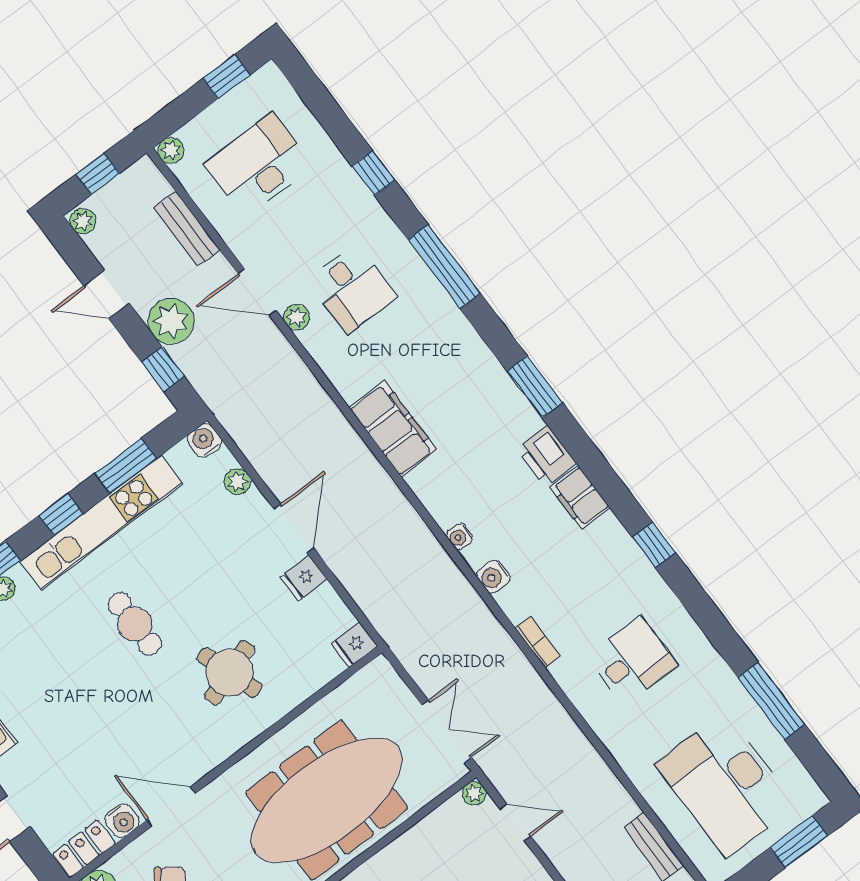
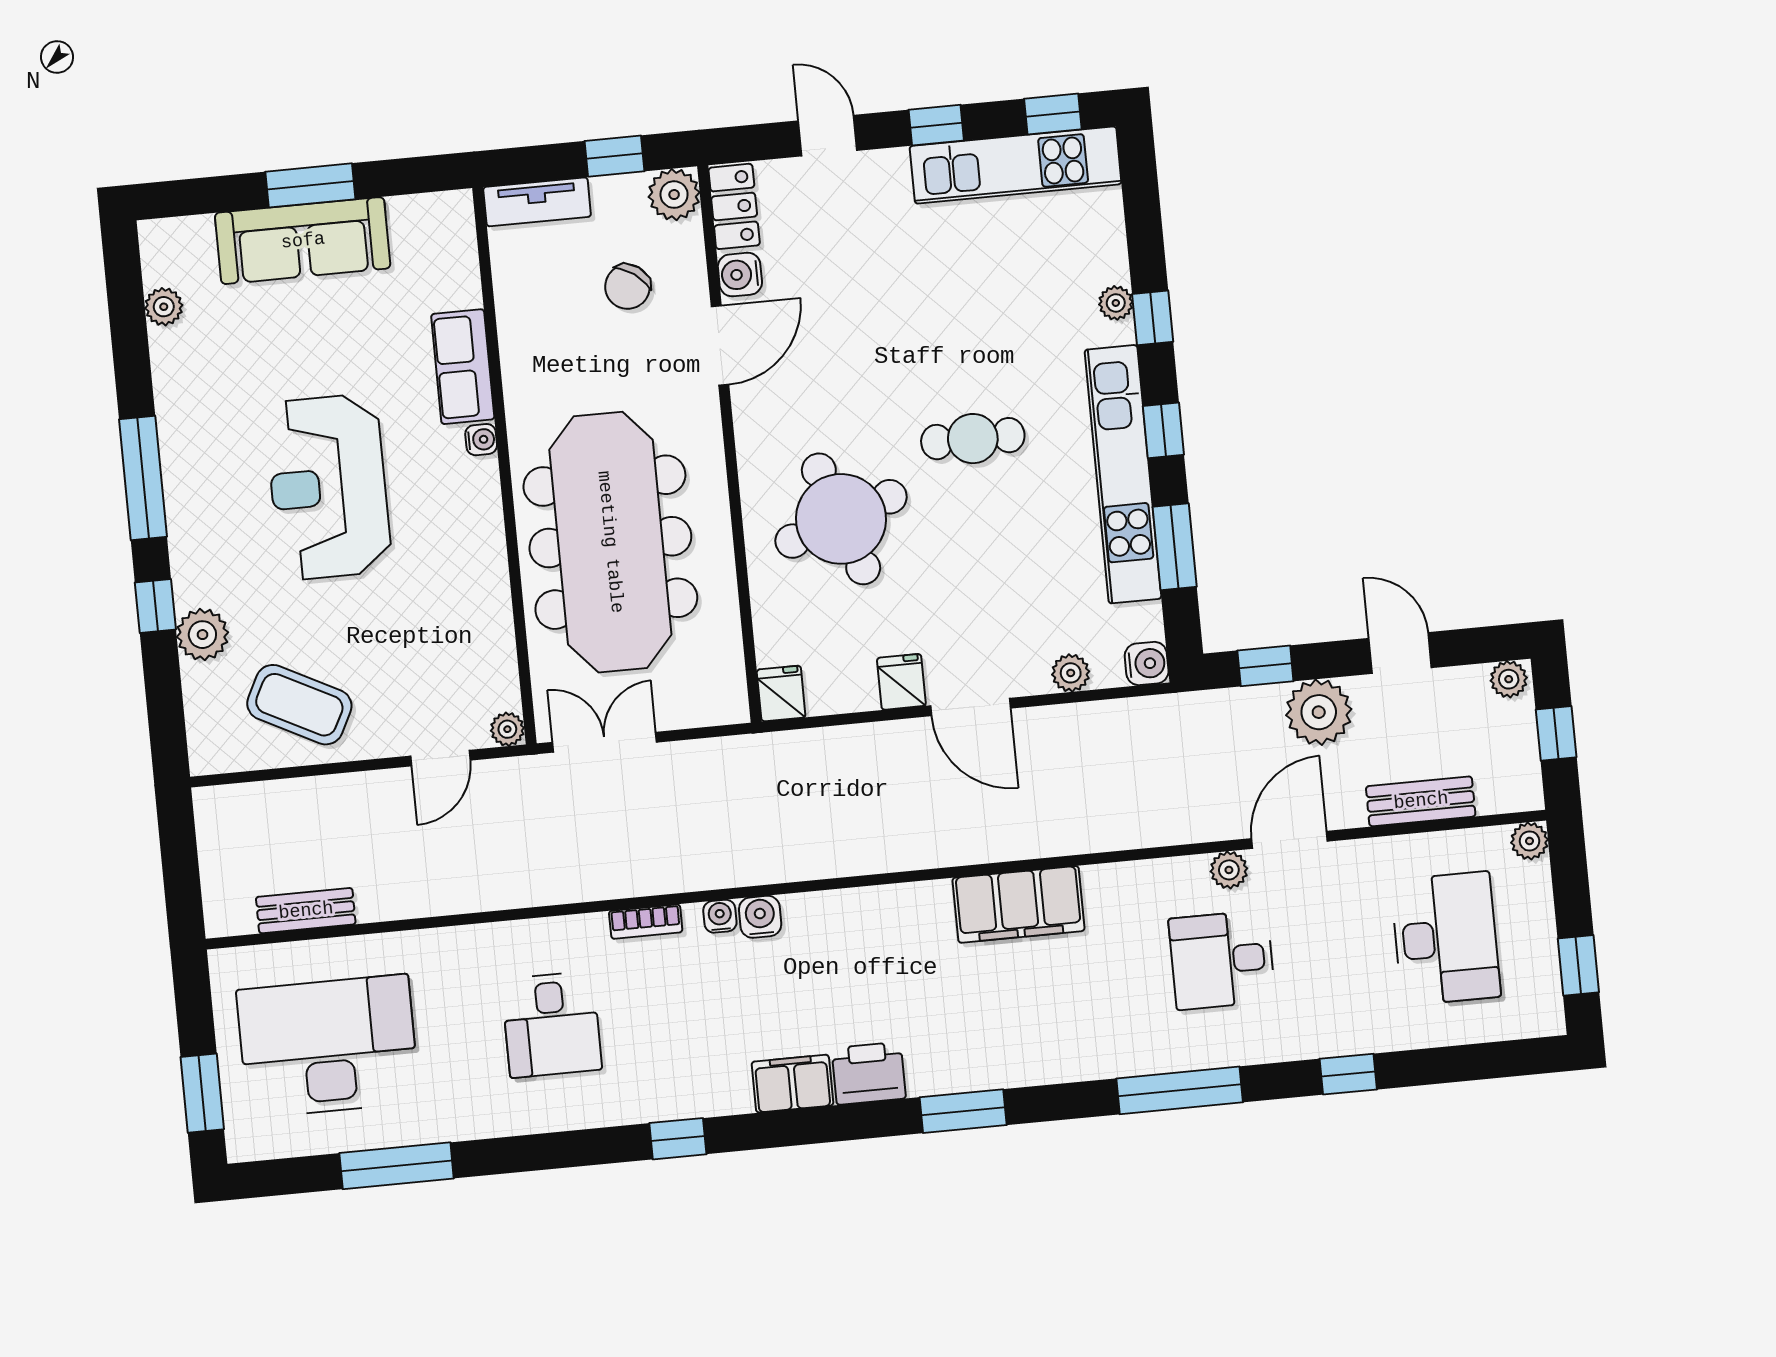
door: (107, 295) -> (1400, 653), hinge flipped
water cooler: (459, 537) -> (720, 916), moved
round table: (230, 673) -> (841, 519), width x1.36, depth x1.36
double door: (447, 731) -> (605, 742), swing flipped

